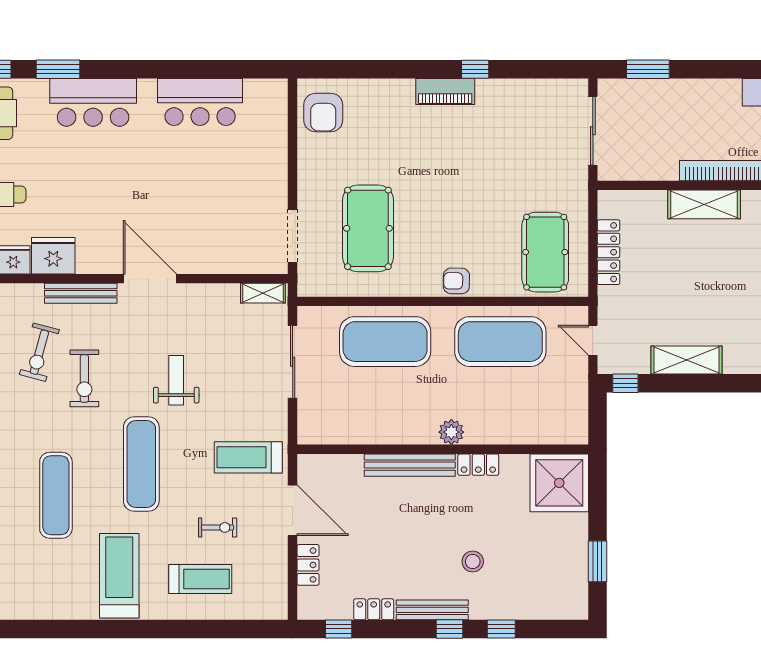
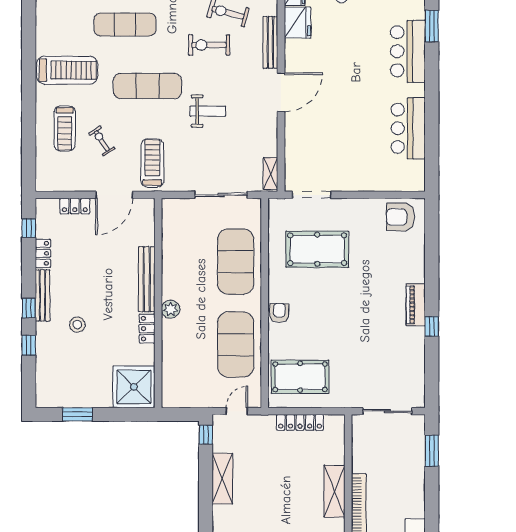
exercise bike: (218, 527) -> (102, 141), turned 147

